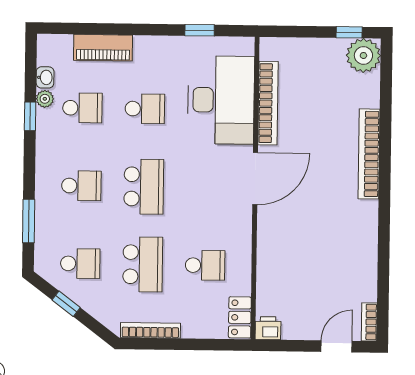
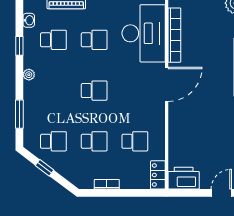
plant: (45, 99) -> (29, 75), moved
school desk: (81, 186) -> (53, 91), removed
school desk: (144, 187) -> (94, 91), width x0.54
school desk: (143, 264) -> (94, 141), width x0.54
printer: (268, 328) -> (184, 178), width x1.87, depth x1.48
bookcase: (150, 330) -> (107, 184), width x0.64

